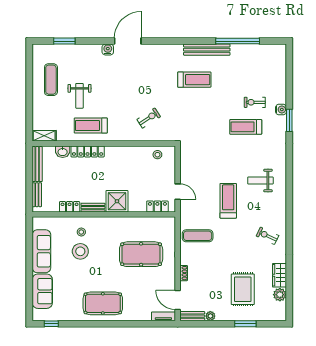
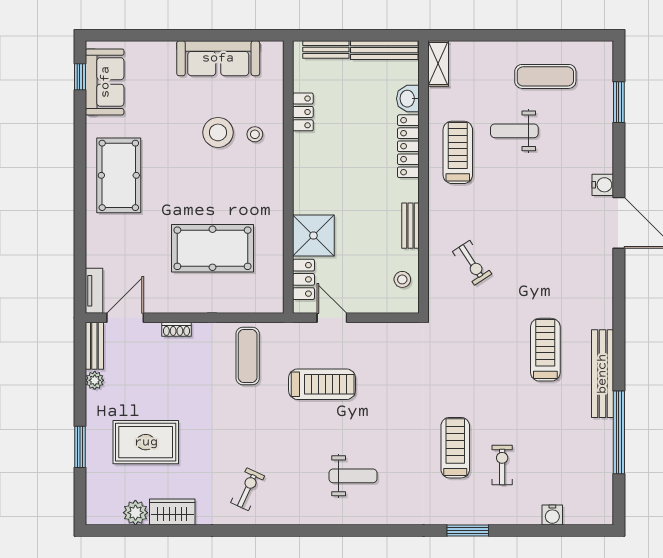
treadmill: (194, 80) -> (545, 350), turned 180
water cooler: (281, 110) -> (552, 515), moved
weight bench: (260, 181) -> (353, 476), turned 90
door: (178, 192) -> (332, 318), swing flipped
shower: (117, 201) -> (313, 236), moved
treadmill: (228, 201) -> (322, 384), moved
bench: (93, 208) -> (411, 226), moved
pool table: (141, 254) -> (212, 248), turned 90
sofa: (42, 291) -> (105, 82), moved, turned -90

